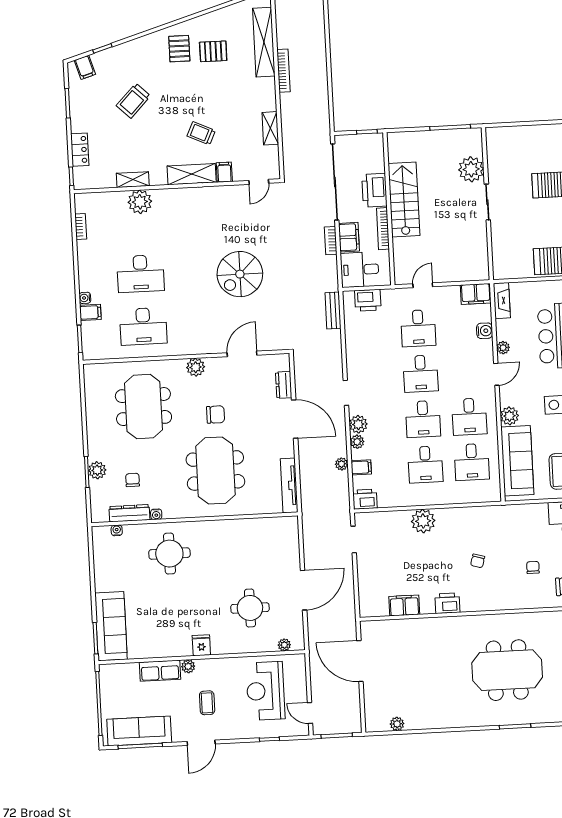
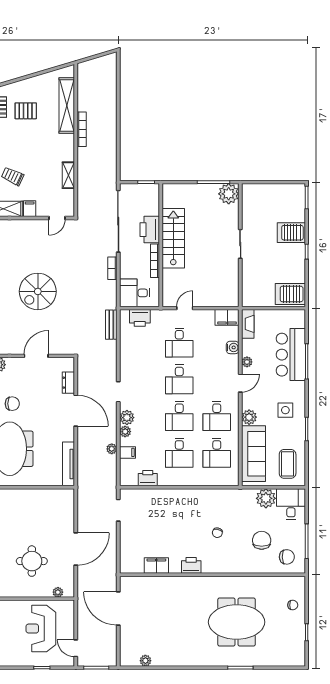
plant: (471, 169) -> (229, 194), moved
filing cabinet: (349, 237) -> (127, 266), removed
printer: (365, 499) -> (148, 478), moved
plant: (423, 521) -> (266, 498), moved
chair: (533, 567) -> (262, 540), width x1.87, depth x1.87

